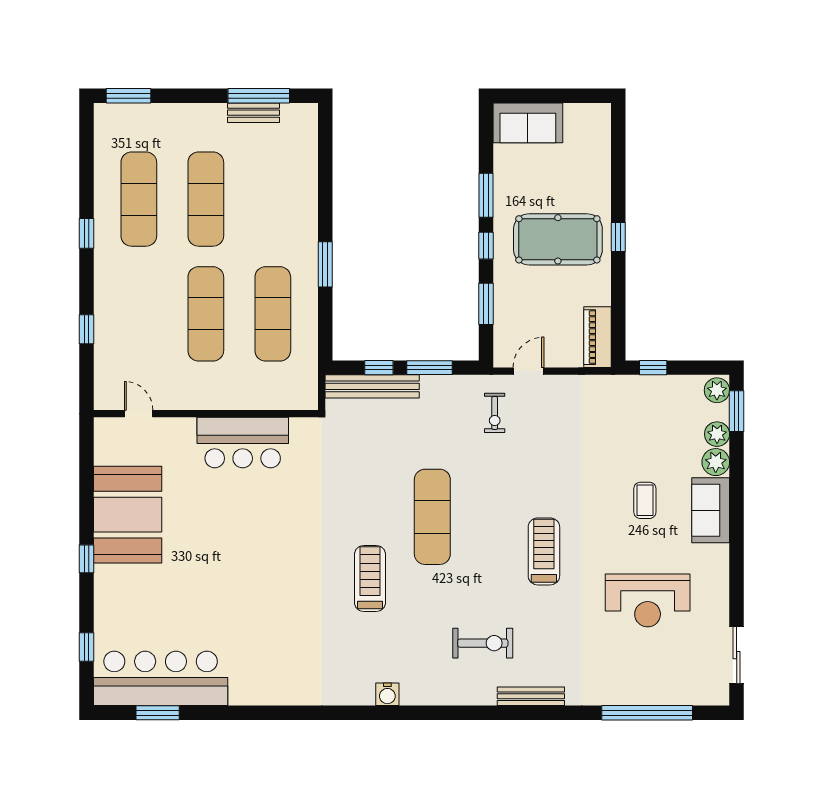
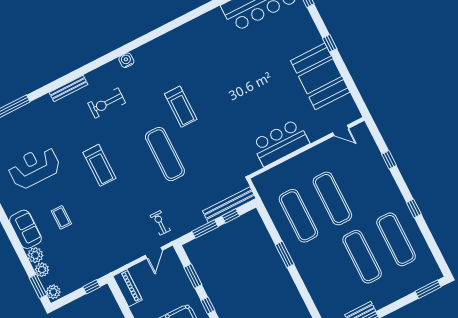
water cooler: (387, 694) -> (126, 60), moved

